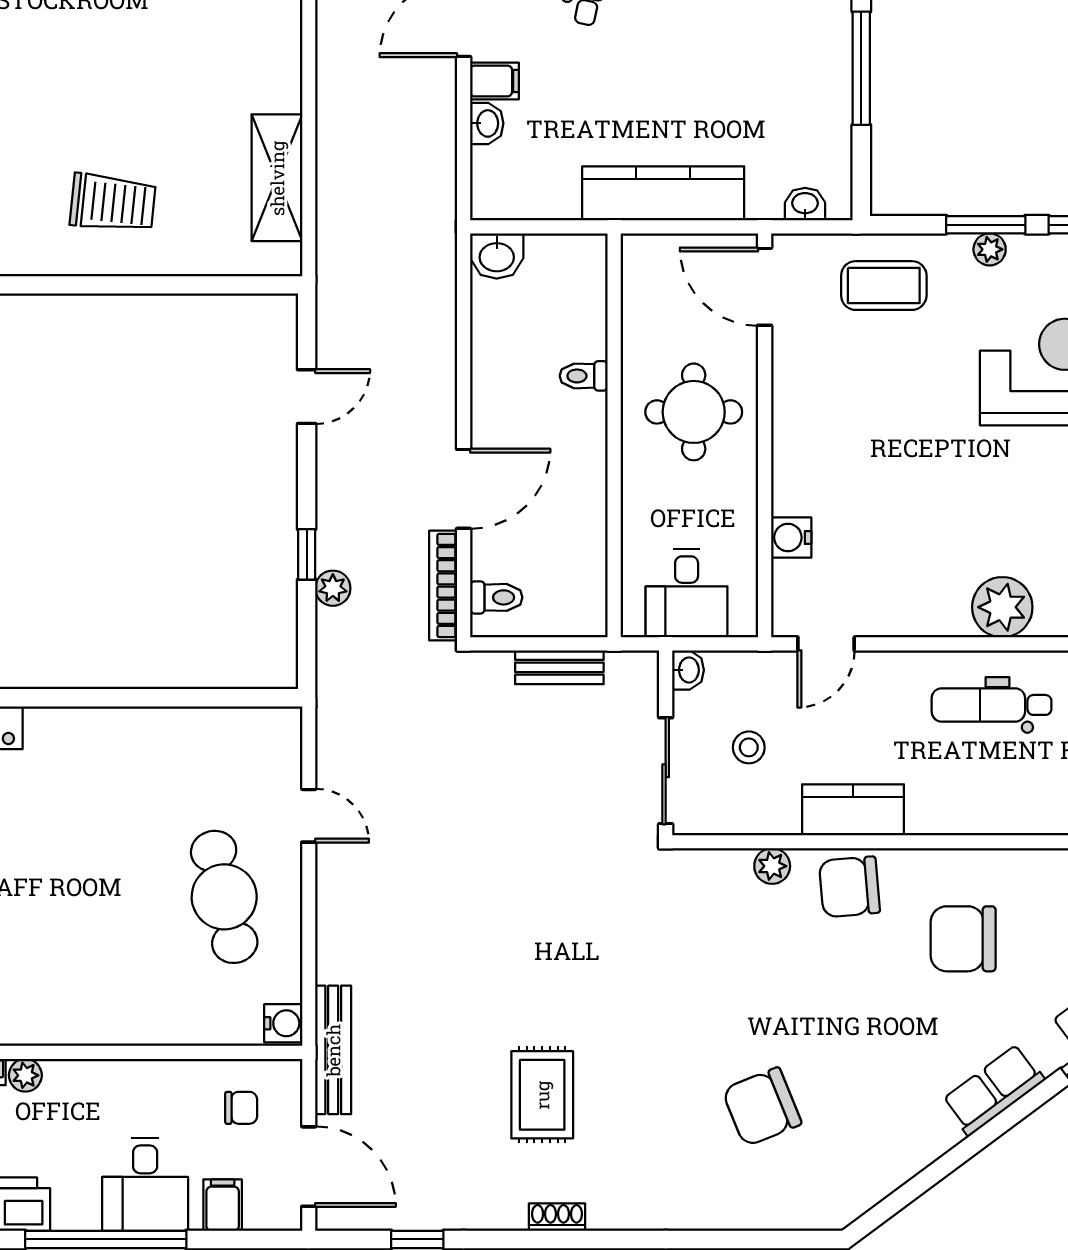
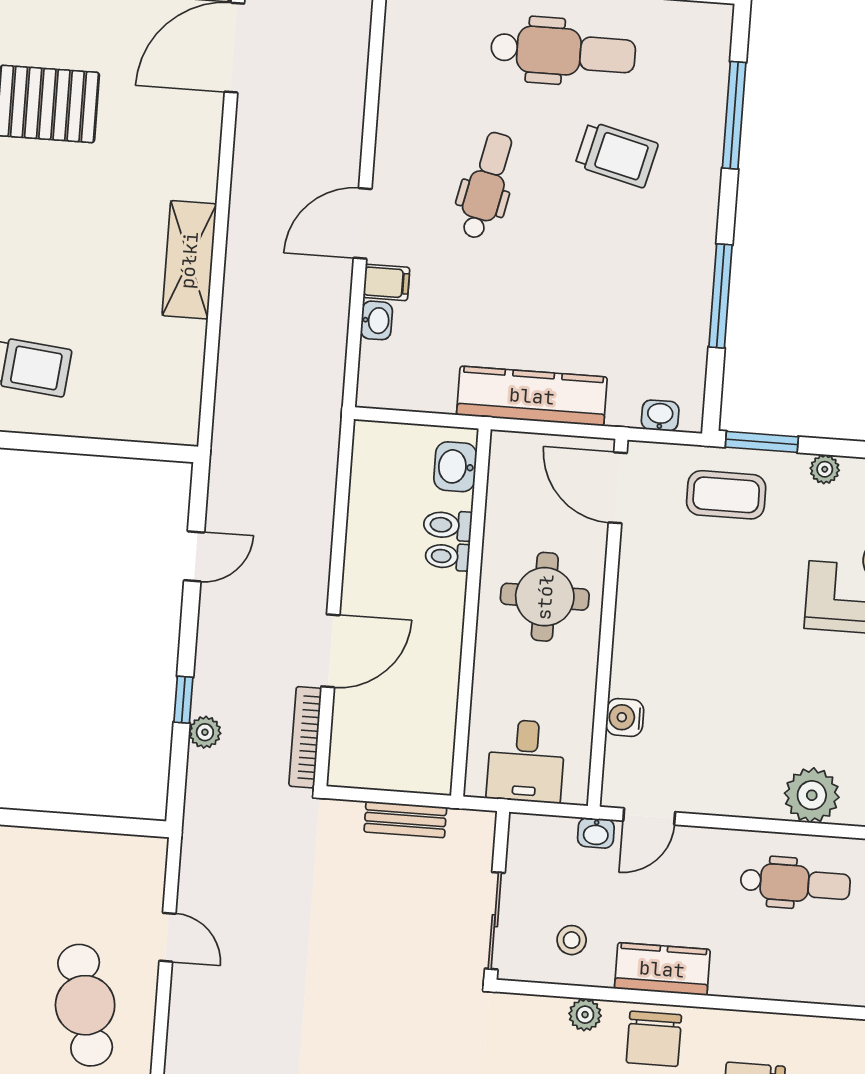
shelving: (277, 178) -> (189, 260), moved
window: (986, 225) -> (762, 442), moved
washbasin: (497, 256) -> (455, 467), moved, turned 90
toilet: (496, 597) -> (448, 525), moved, turned 180
washbasin: (688, 670) -> (596, 833), moved, turned 90
dental chair: (992, 705) -> (795, 883), turned 180
stool: (749, 747) -> (572, 940), moved
chair: (849, 887) -> (654, 1039), turned -85

